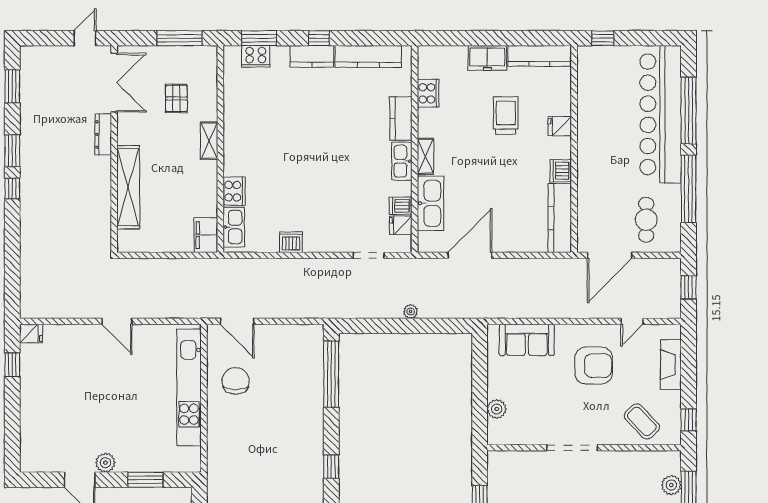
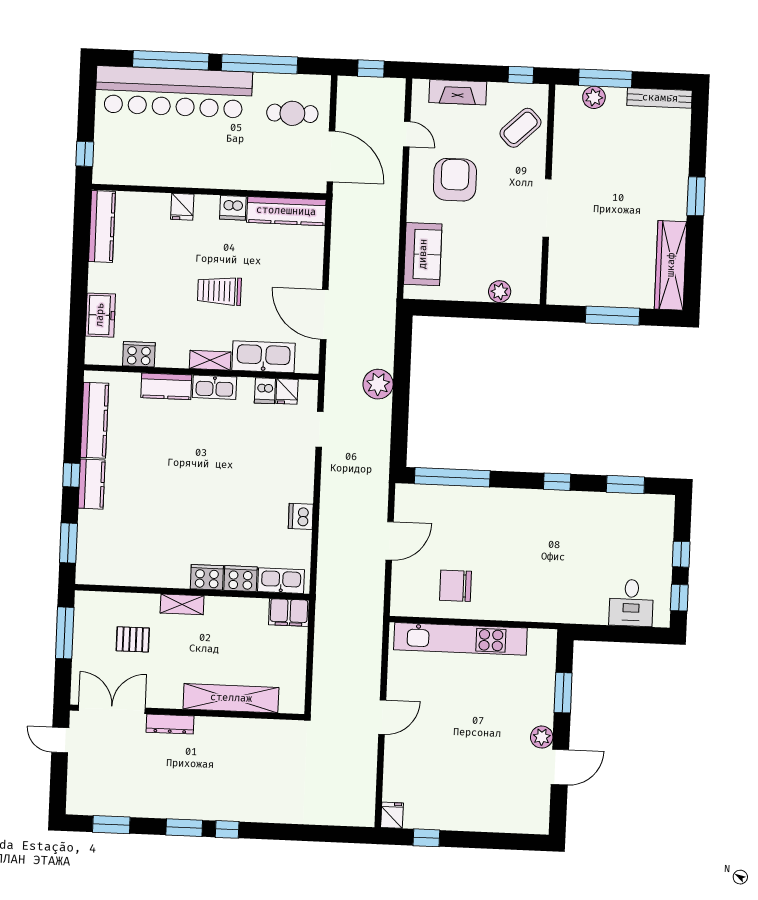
cooker: (256, 56) -> (207, 577), moved, turned -90
freezer: (487, 58) -> (100, 315), moved
trolley: (506, 116) -> (219, 291), moved
plant: (411, 311) -> (378, 384), width x1.87, depth x1.87
door: (237, 321) -> (390, 541), moved

